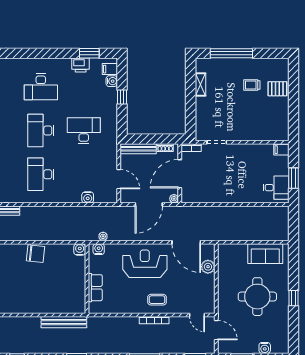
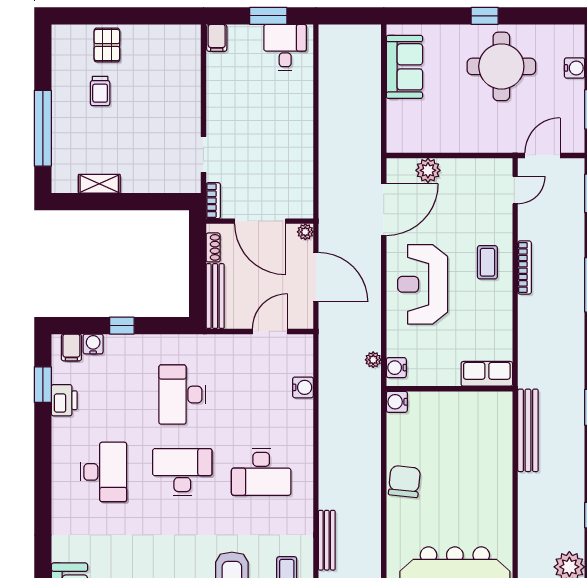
desk: (41, 131) -> (182, 472), turned 180
row of seats: (95, 288) -> (487, 374), moved
round table: (257, 297) -> (501, 66), moved

